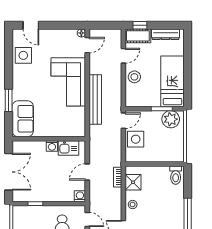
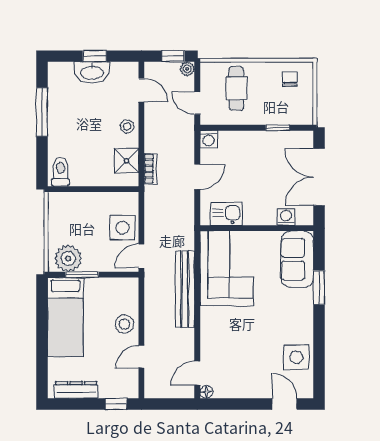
cot: (138, 36) -> (119, 388), removed
corner sofa: (68, 82) -> (227, 268), moved
washing machine: (52, 146) -> (286, 217), moved

